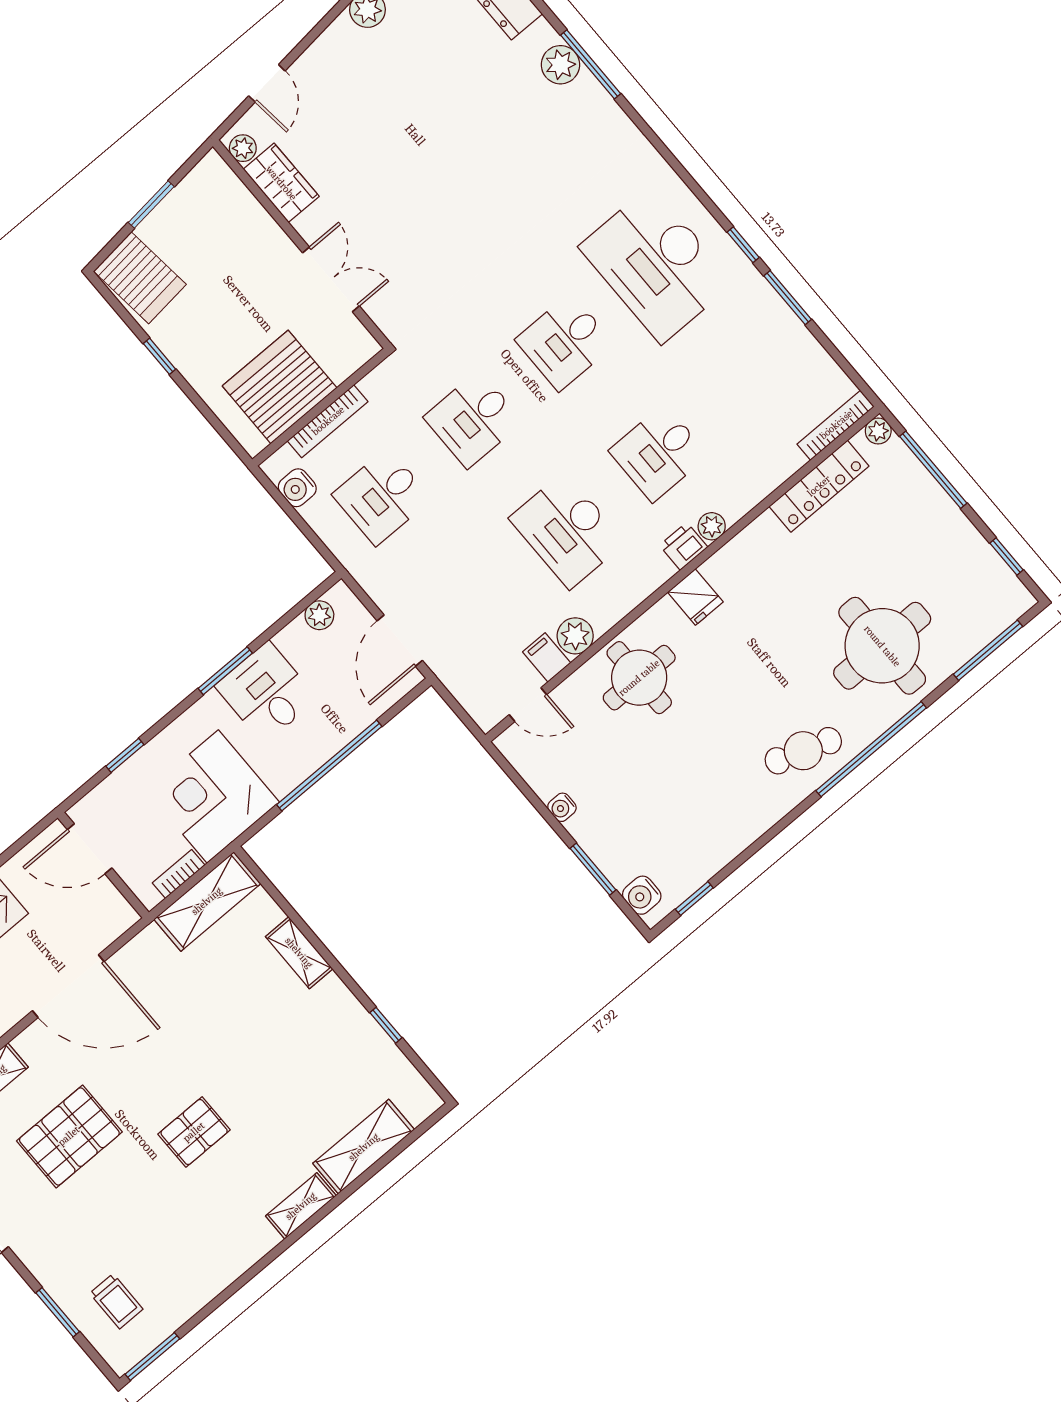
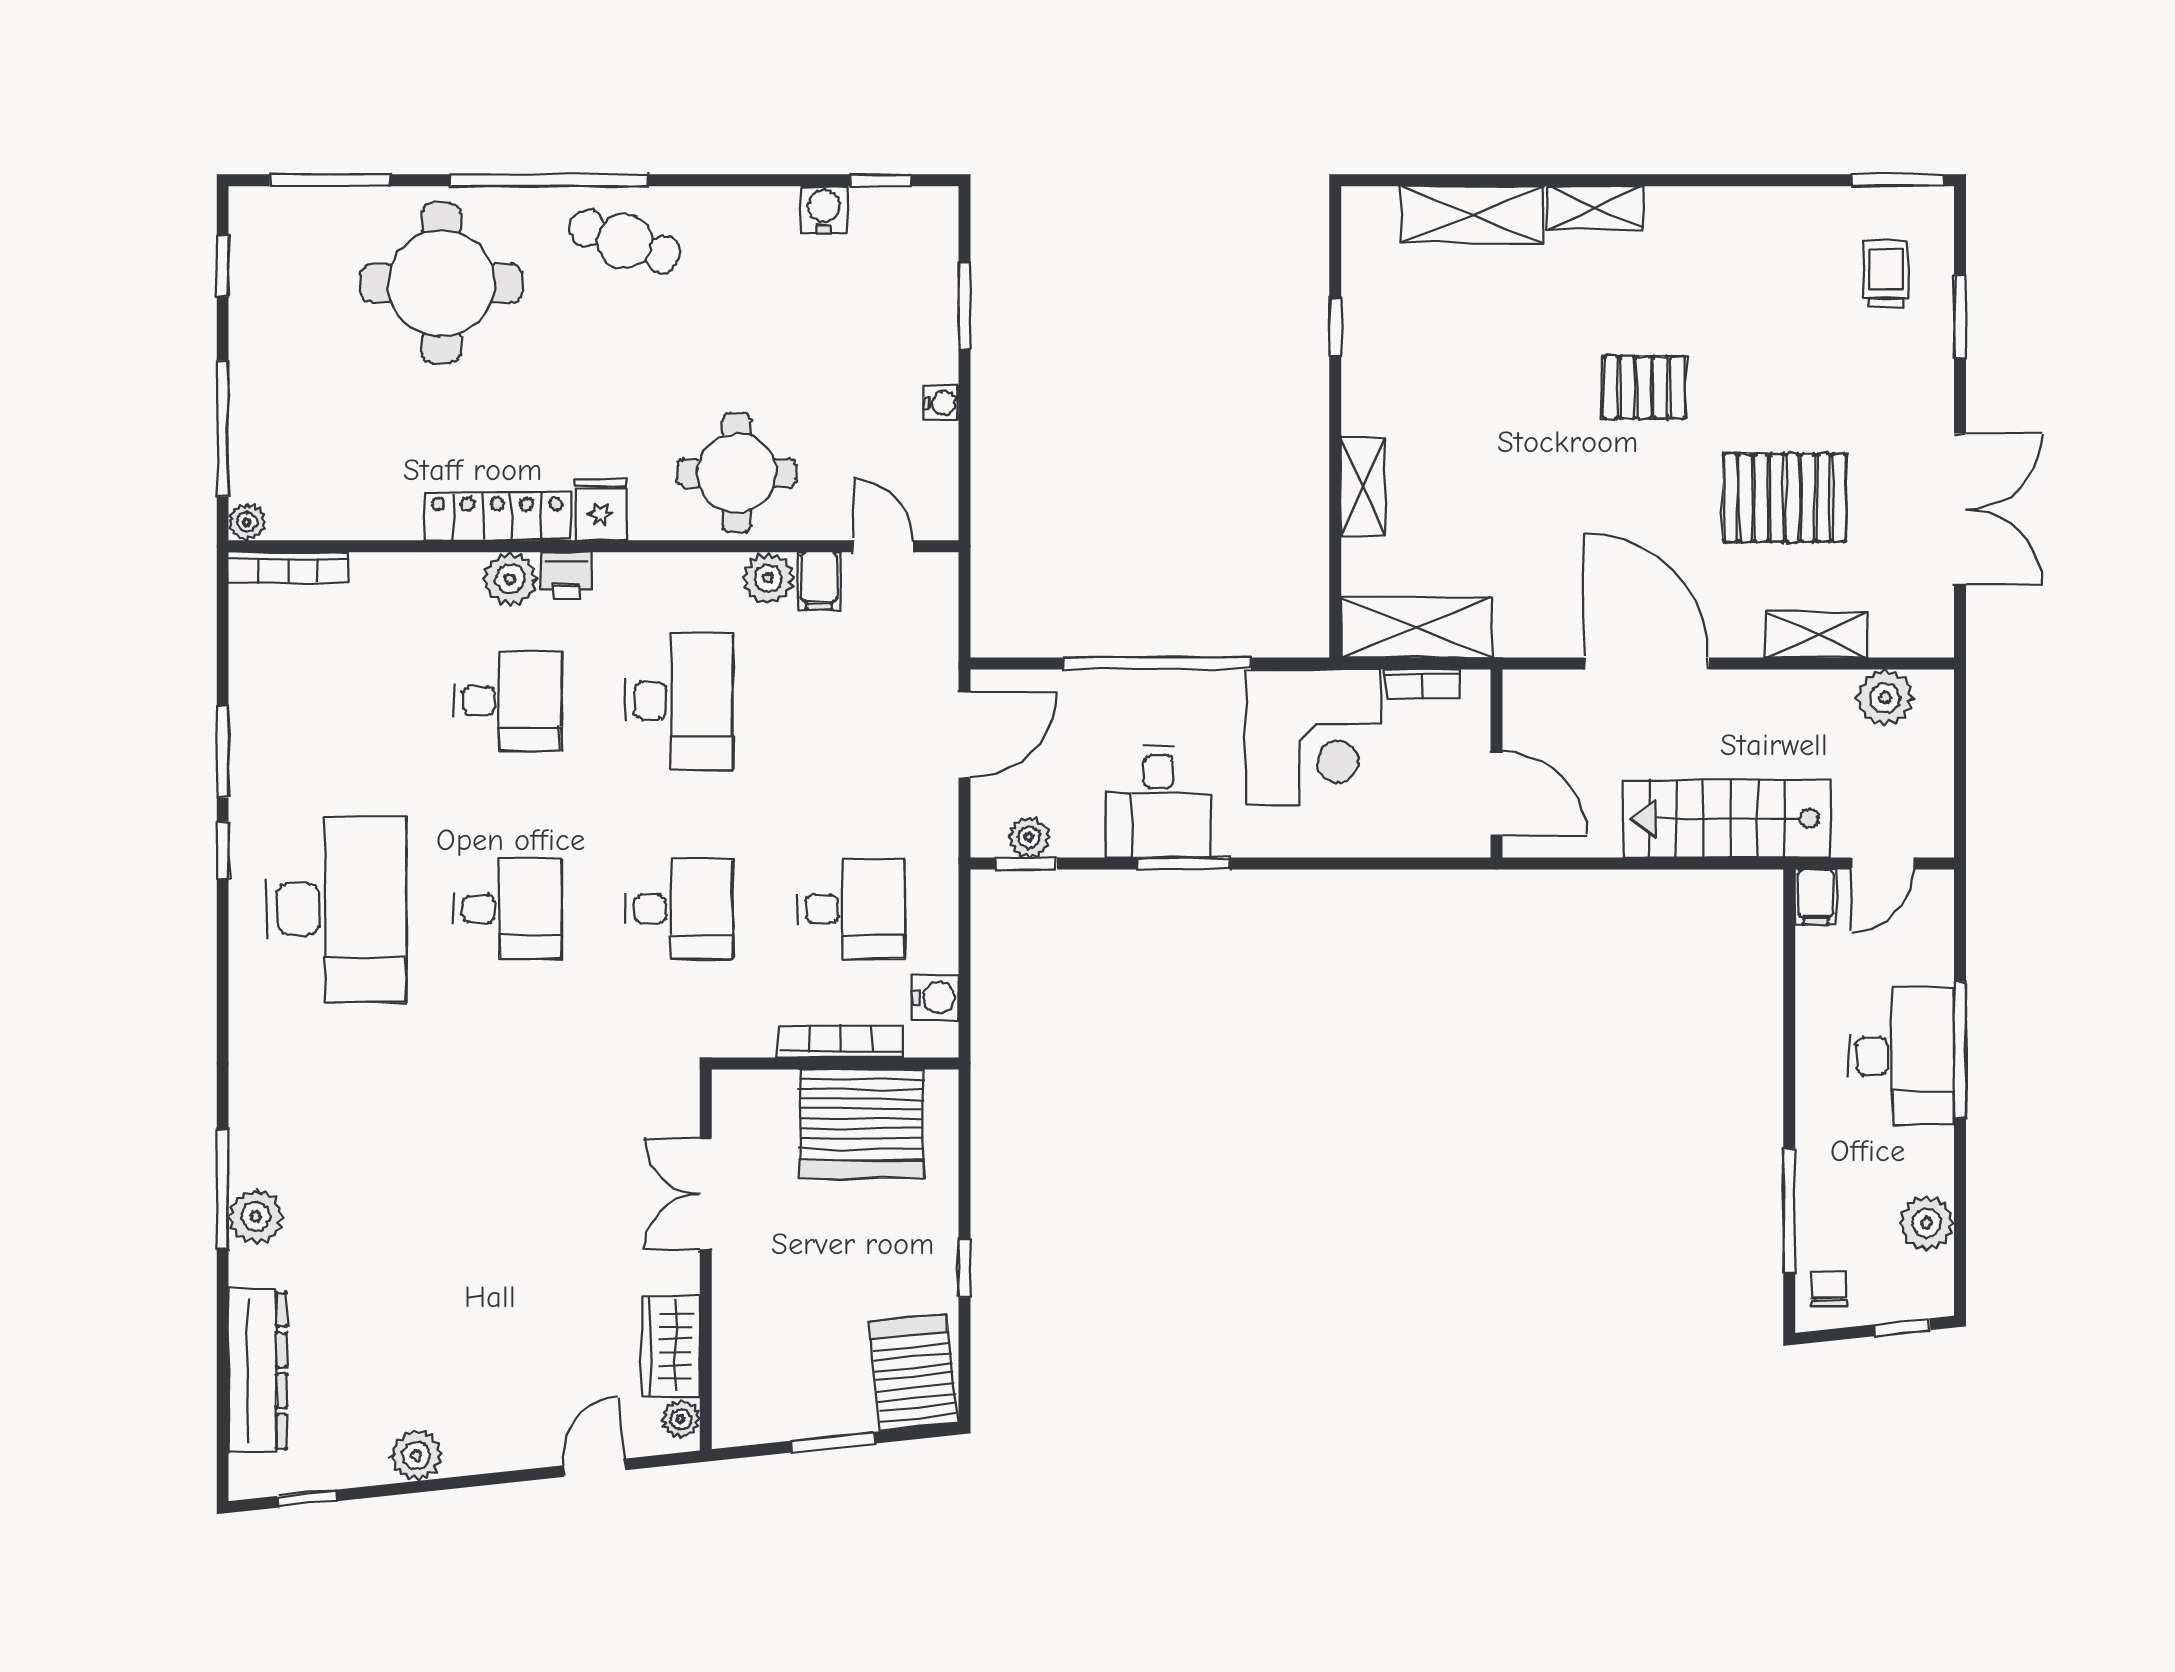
locker: (819, 486) -> (497, 516), moved
plant: (712, 526) -> (510, 579), width x1.38, depth x1.38
window: (125, 755) -> (1026, 864), moved
water cooler: (642, 895) -> (824, 210), moved, turned -90

